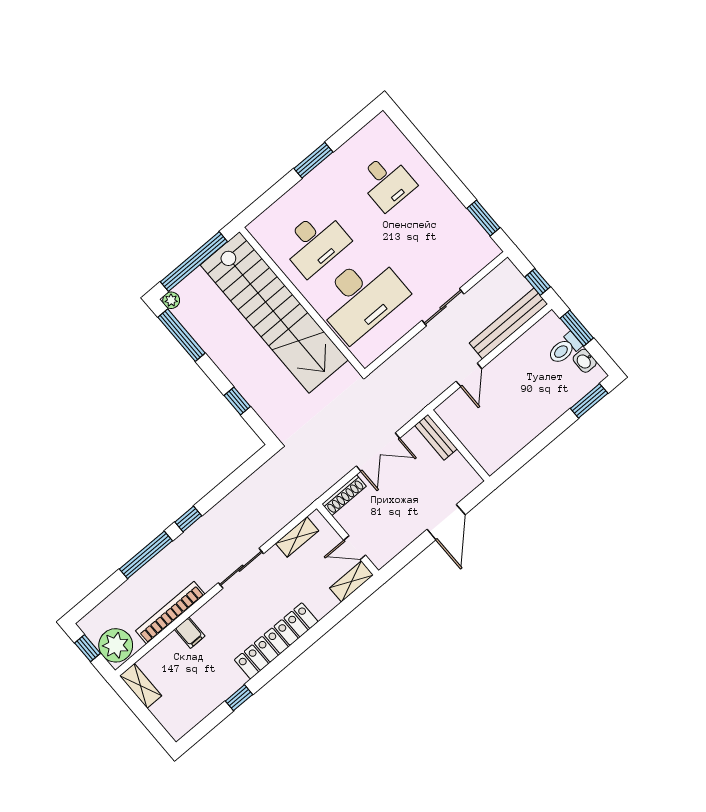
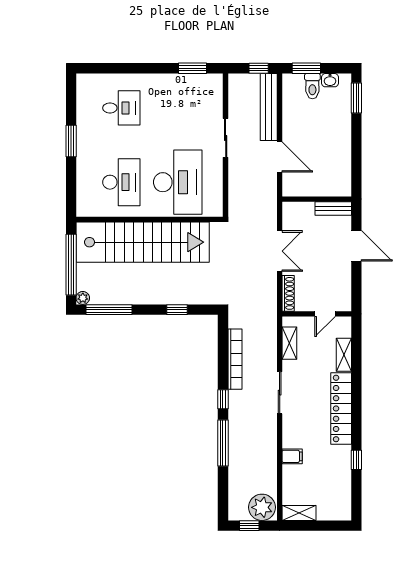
door: (469, 375) -> (280, 157), width x1.38
bench: (436, 437) -> (333, 209), moved
shelving: (352, 581) -> (344, 355), moved
bookcase: (170, 613) -> (235, 359), moved, turned 180

